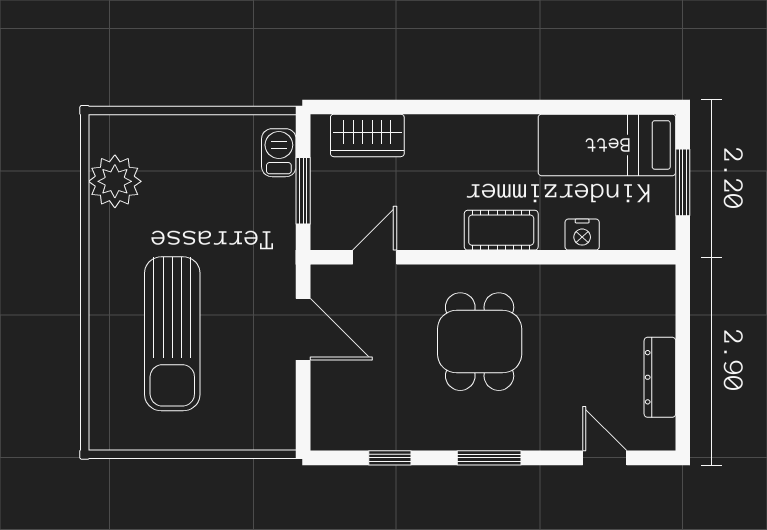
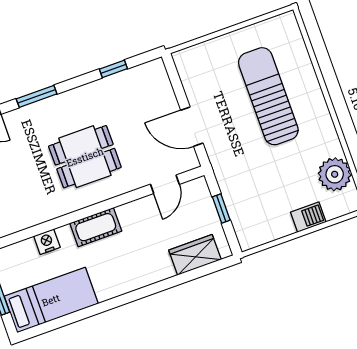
barbecue: (279, 153) -> (308, 217), moved, turned -90
window: (303, 191) -> (221, 209), width x0.67
dining table: (480, 342) -> (85, 157), turned 90
window: (489, 458) -> (37, 96), moved

